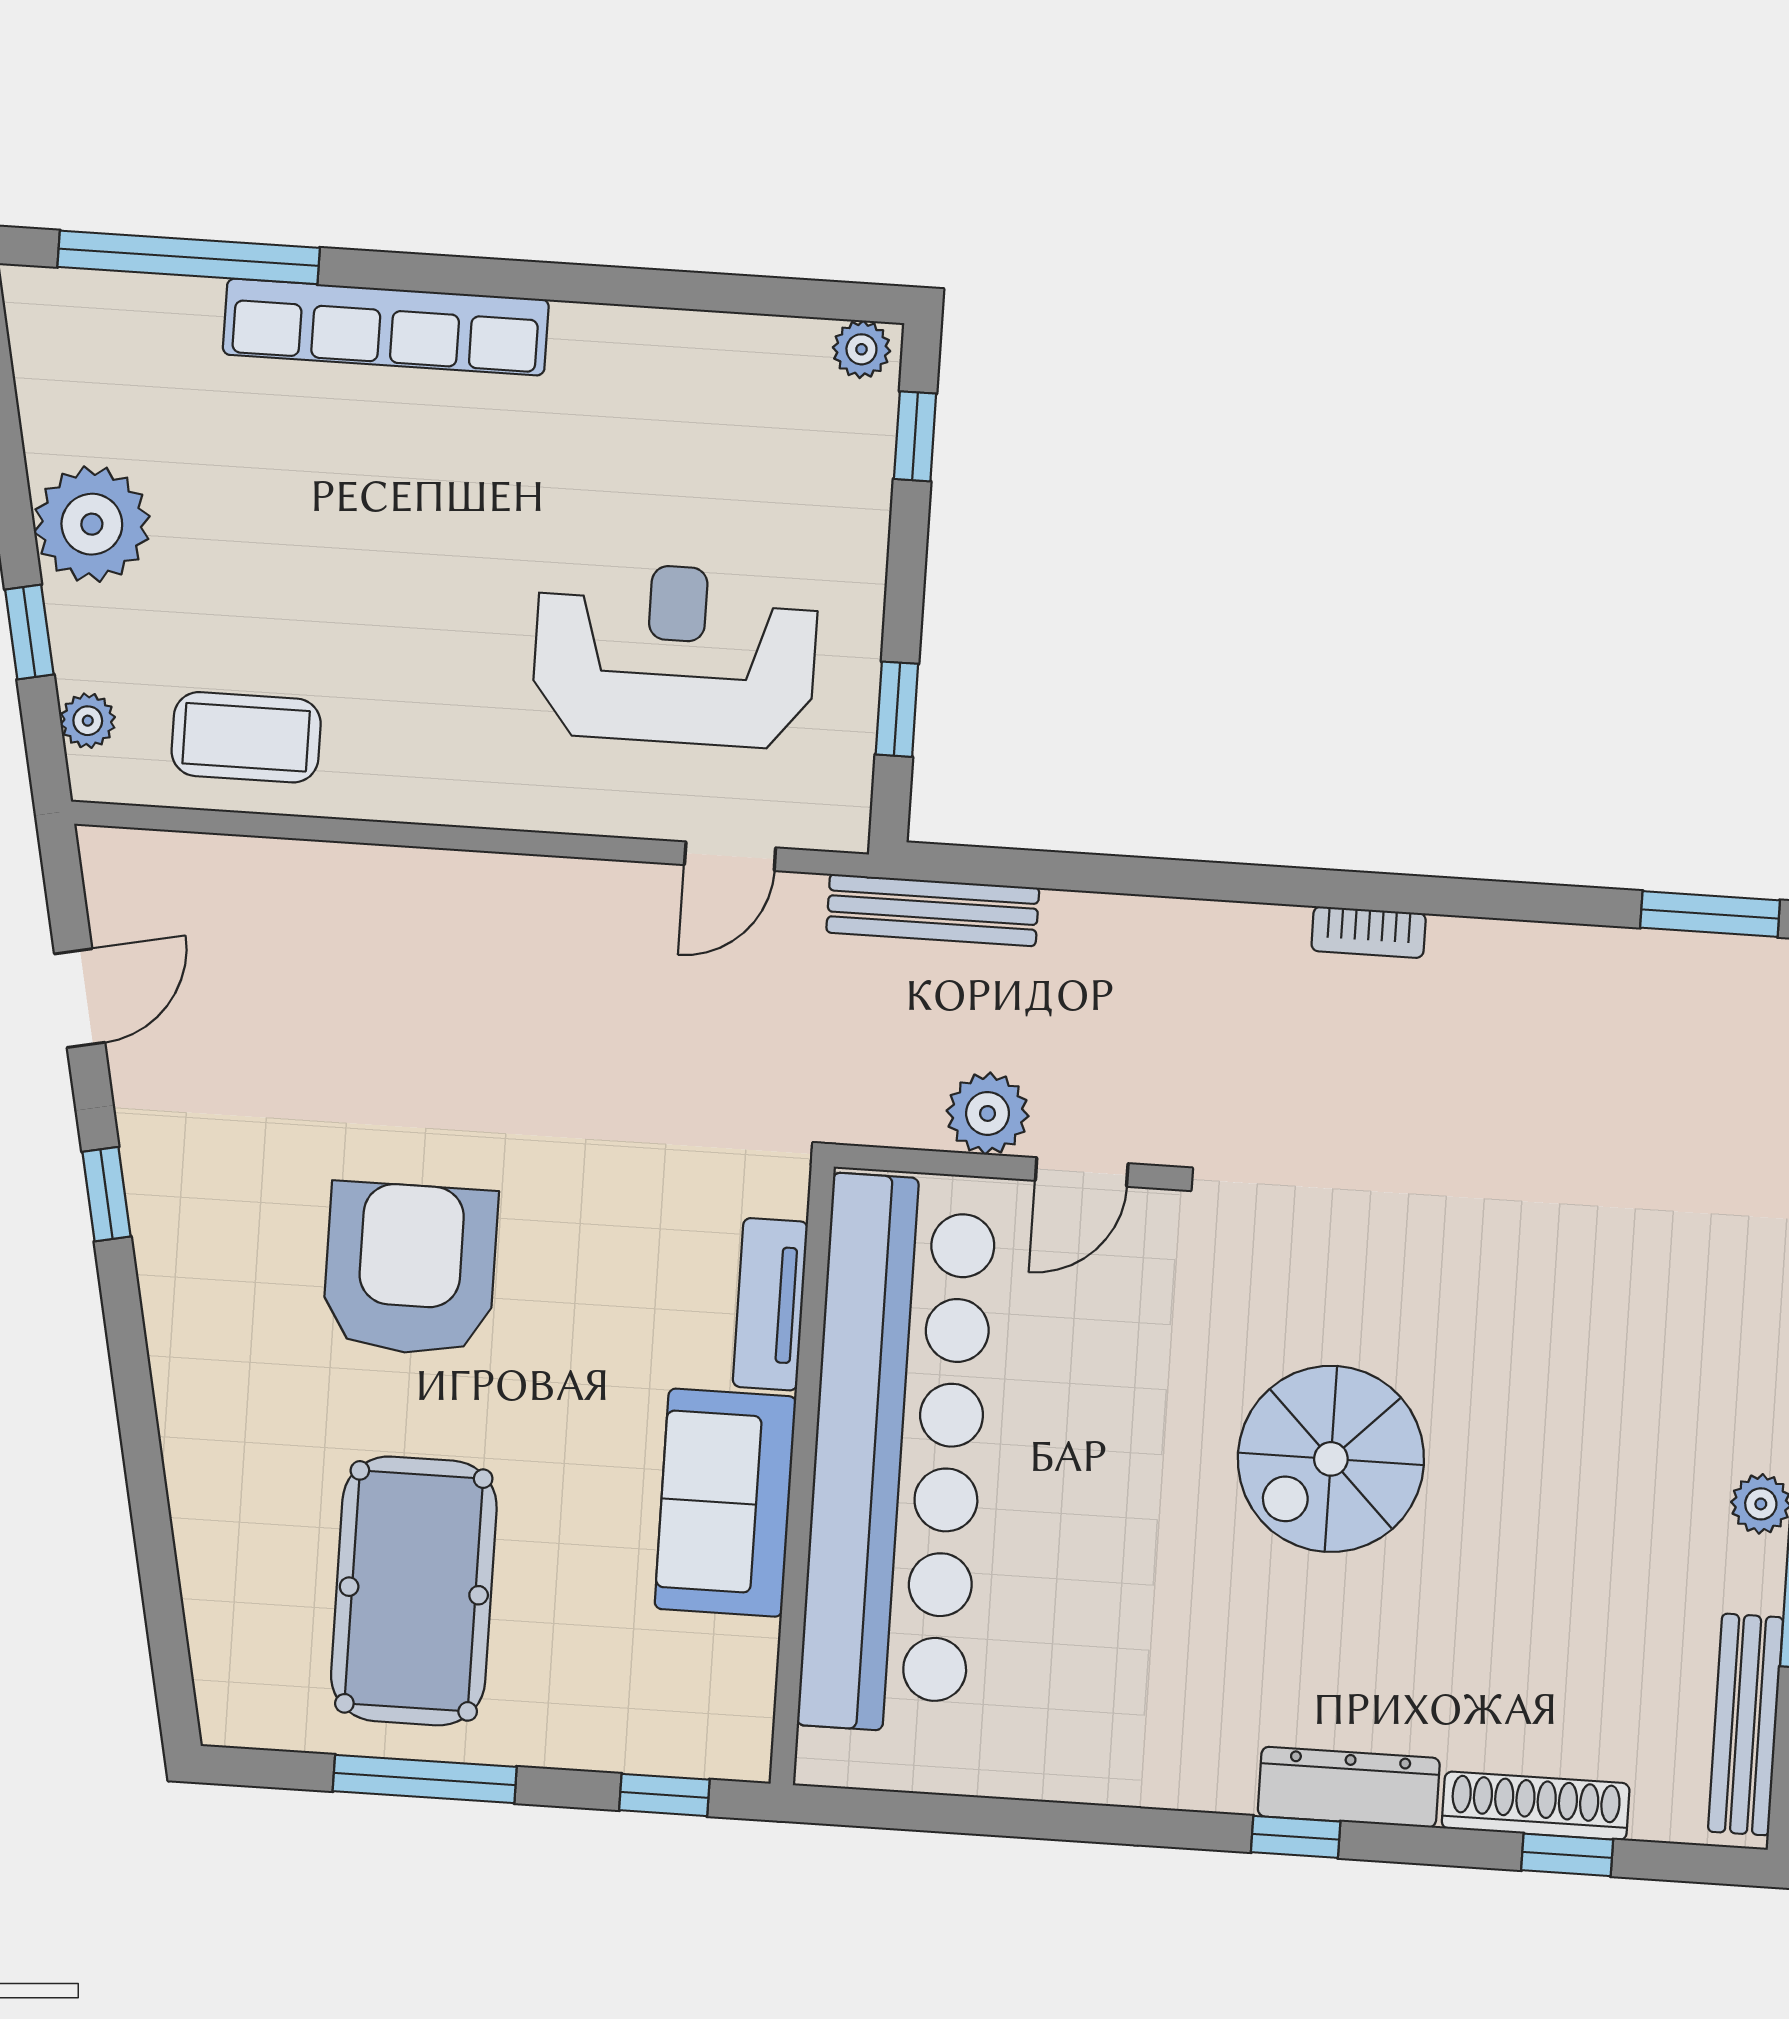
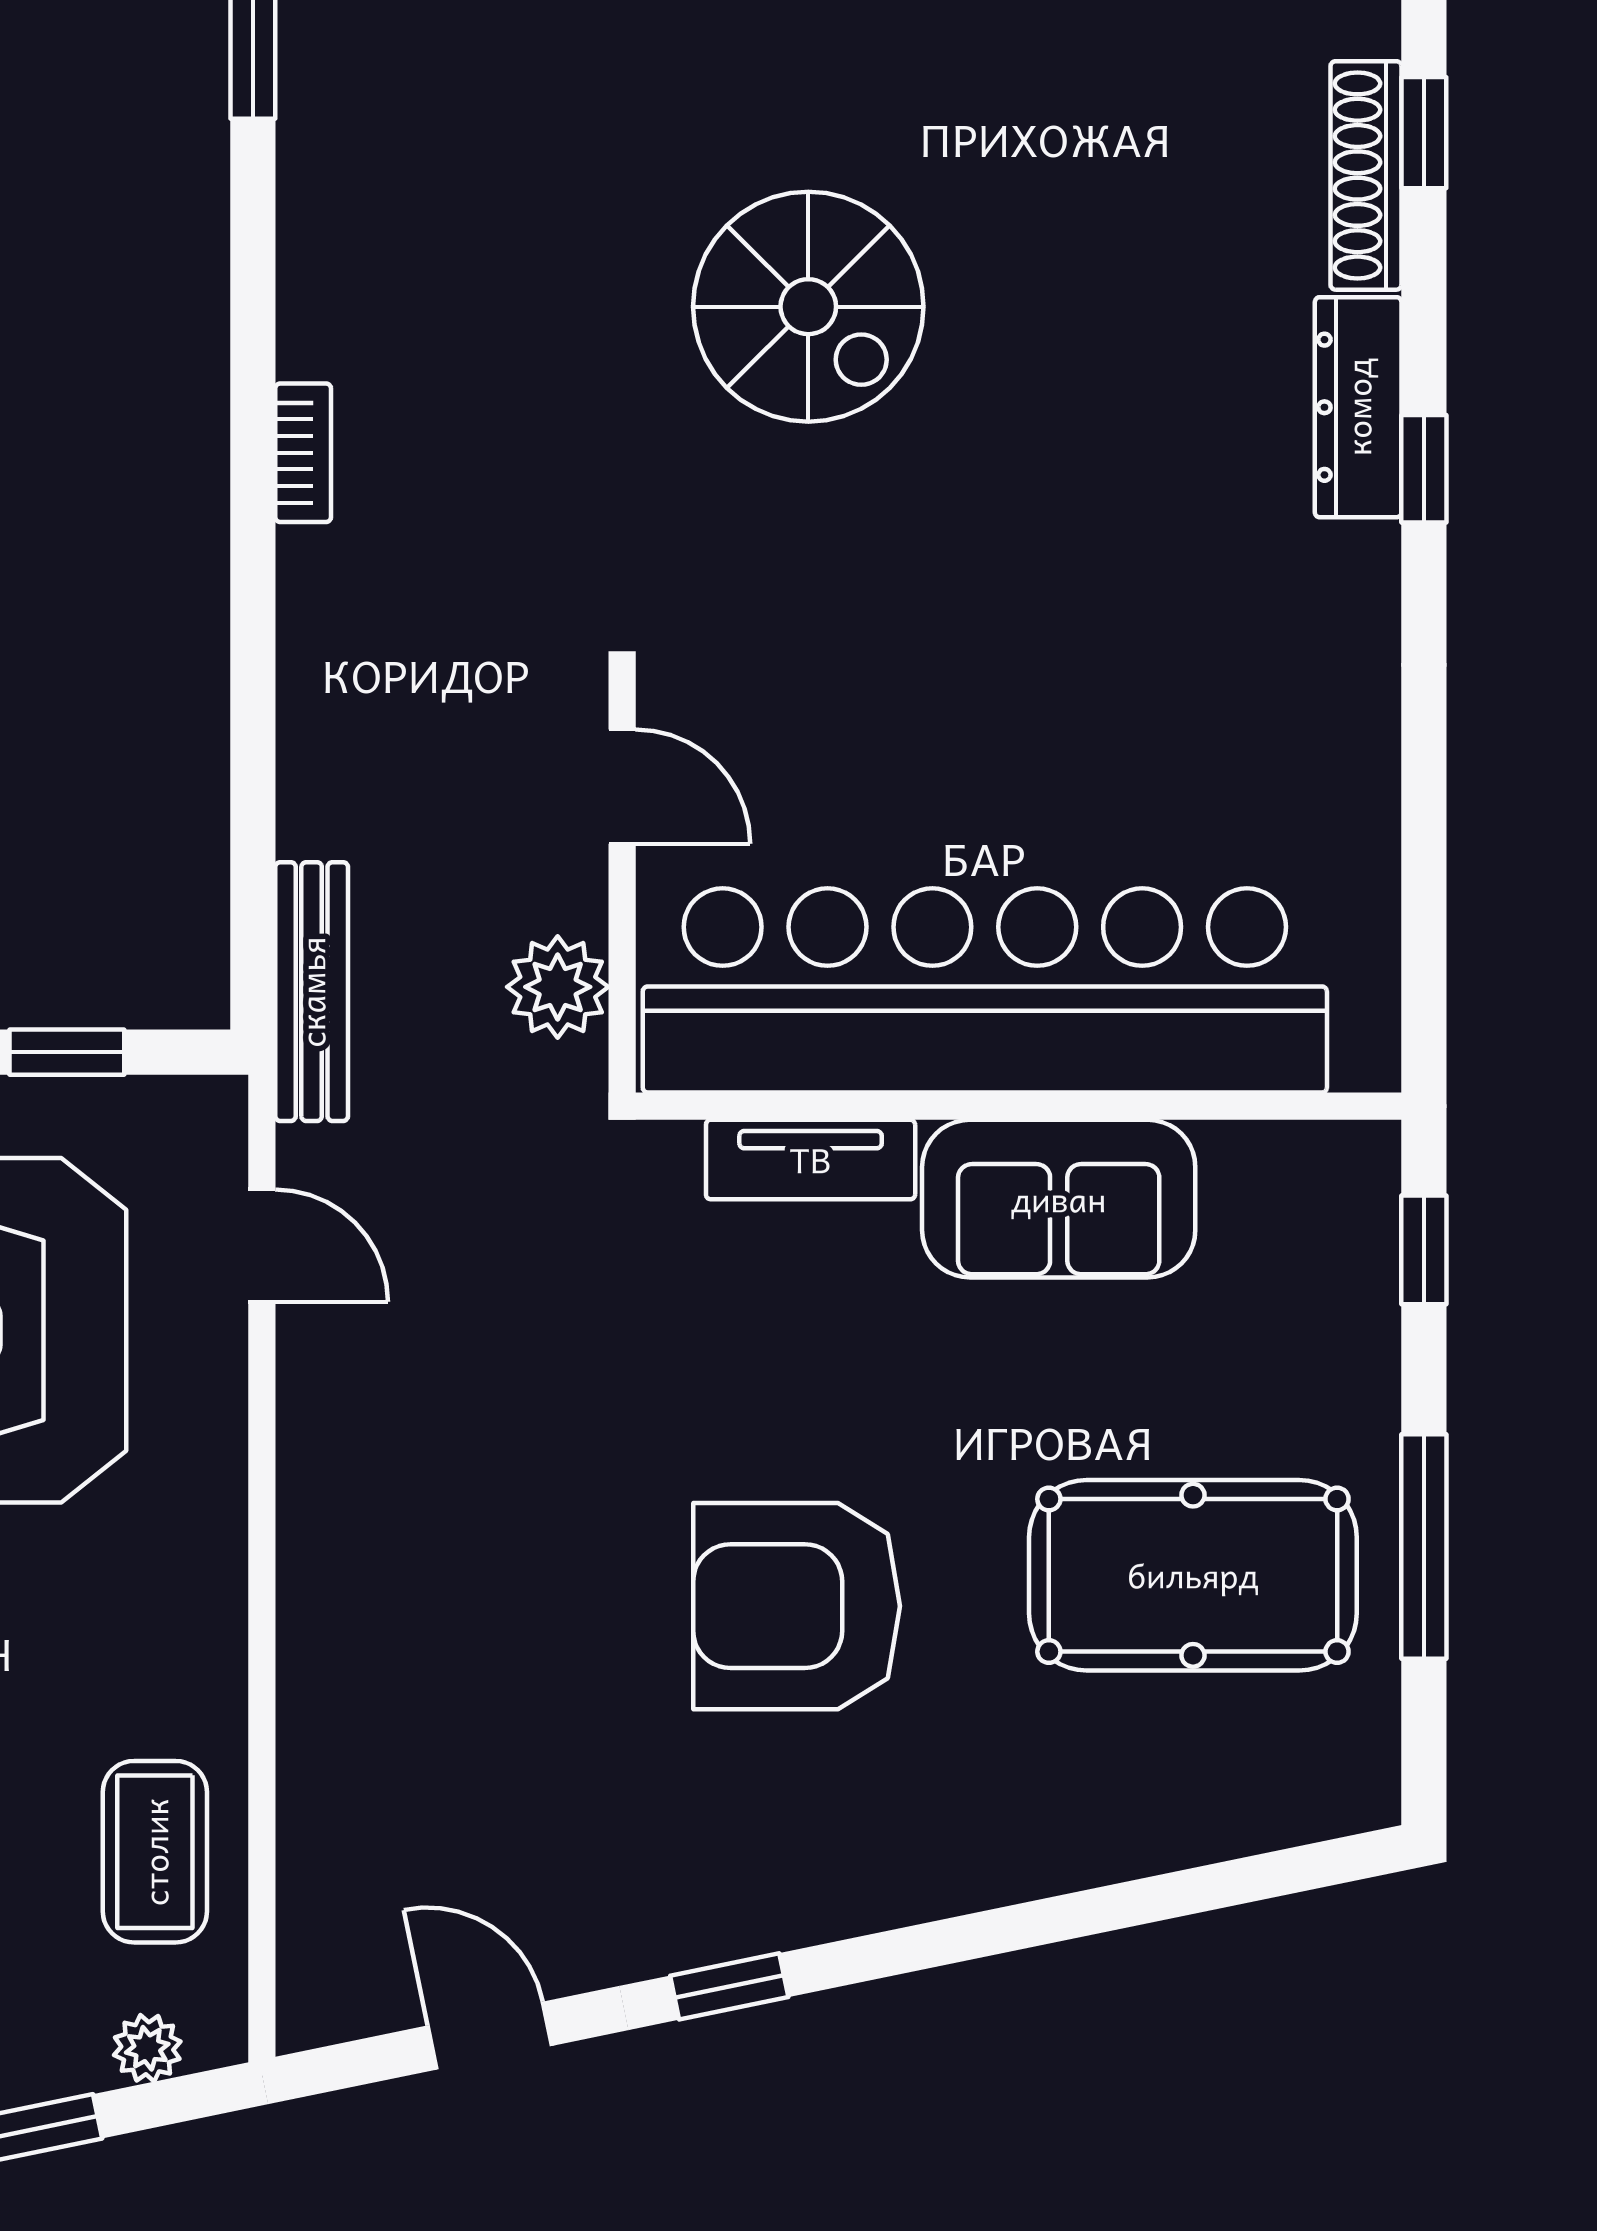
plant: (988, 1113) -> (558, 987), moved
spiral stairs: (1331, 1459) -> (808, 307), moved

